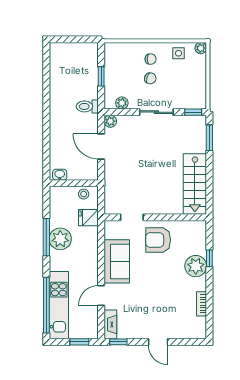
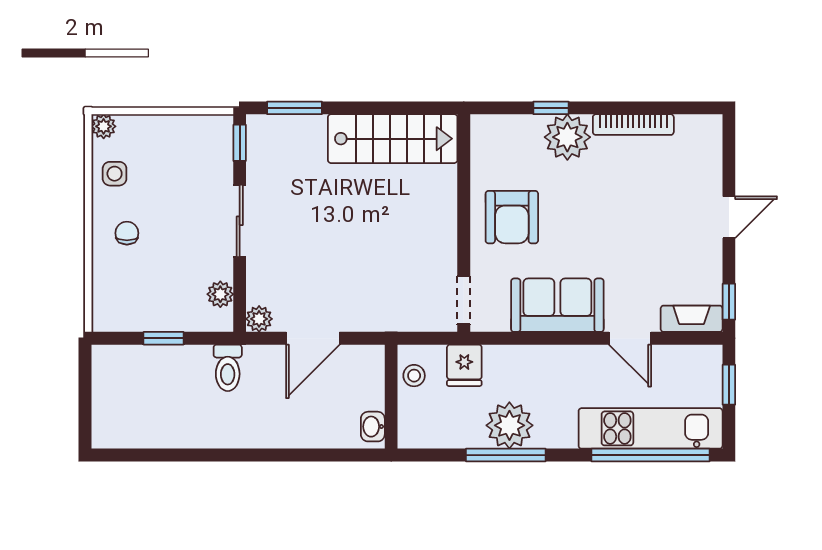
chair: (150, 78) -> (168, 234), removed
doorway: (132, 217) -> (464, 300), moved
bookcase: (202, 304) -> (633, 125), width x1.56

